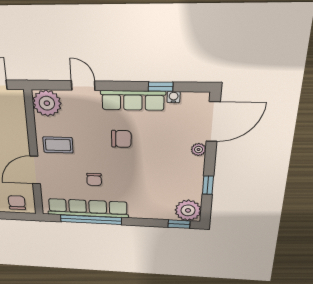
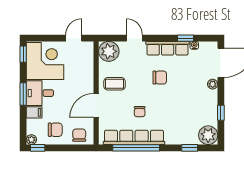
window: (179, 224) -> (190, 148), moved

